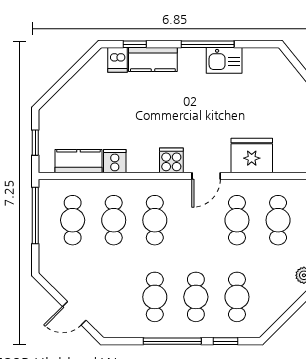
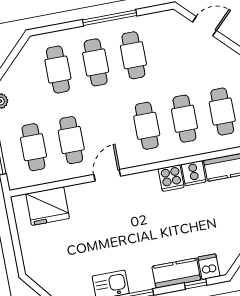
fridge: (252, 155) -> (48, 206), moved
cooker: (171, 160) -> (171, 178), moved
window: (225, 341) -> (61, 27), removed

